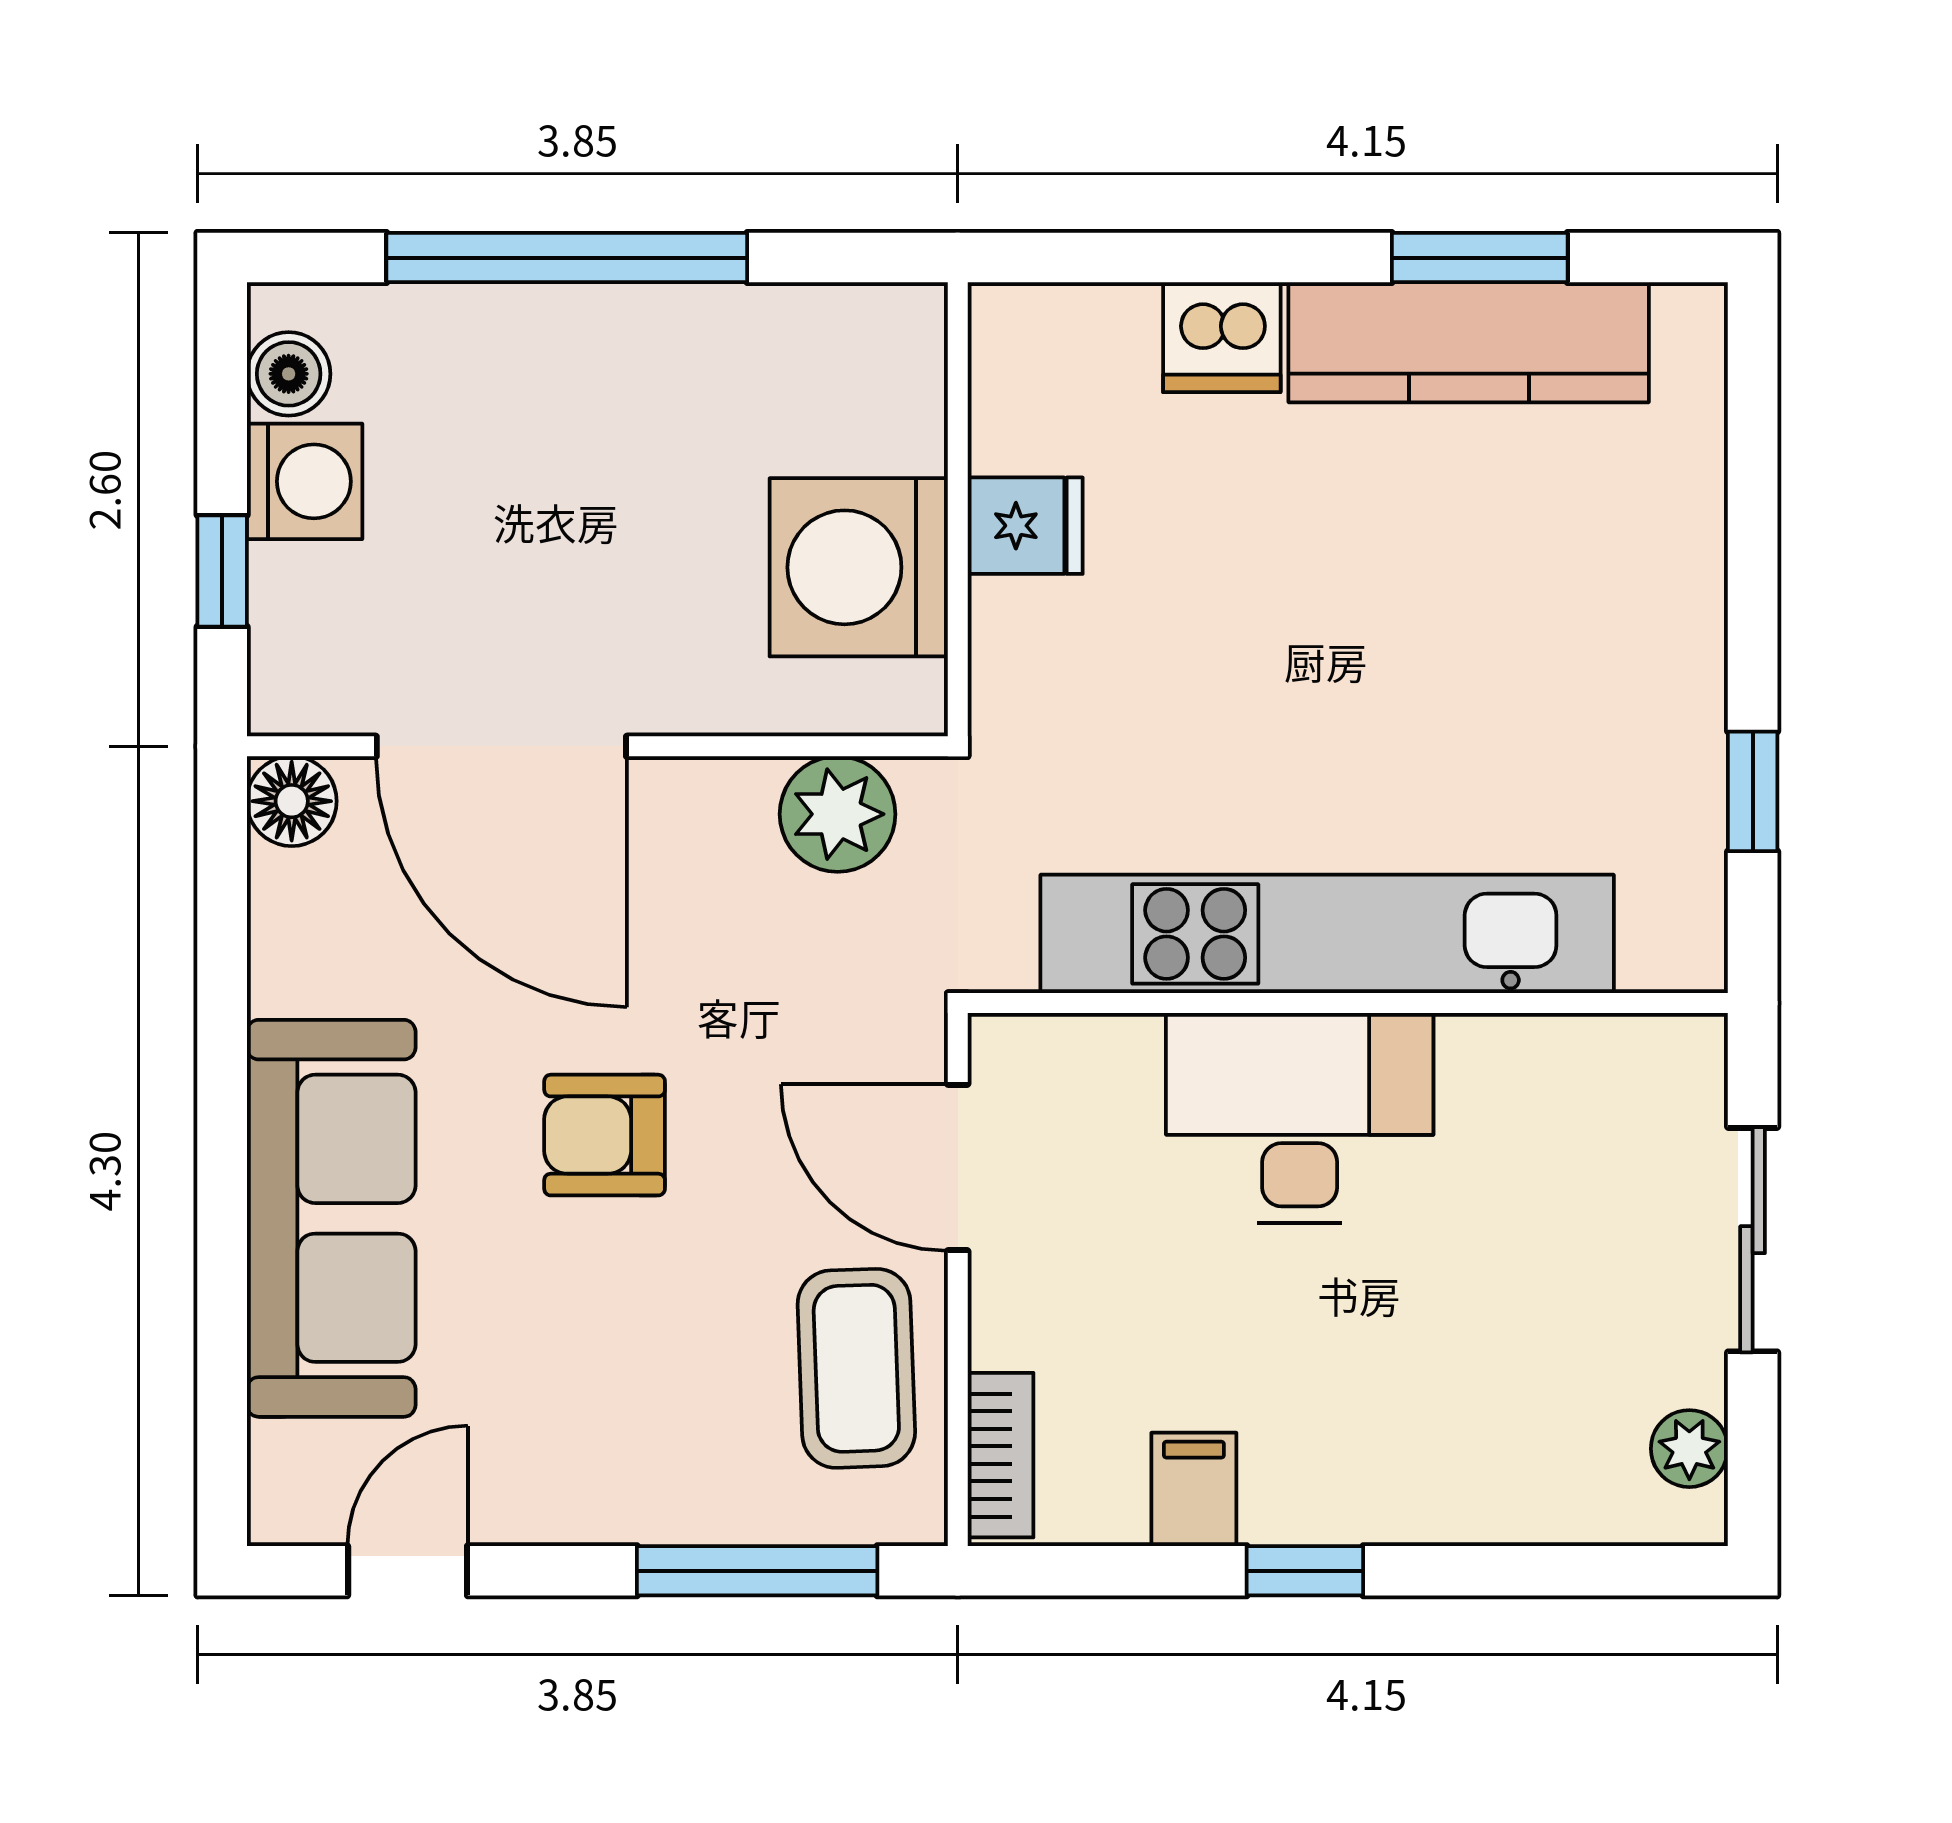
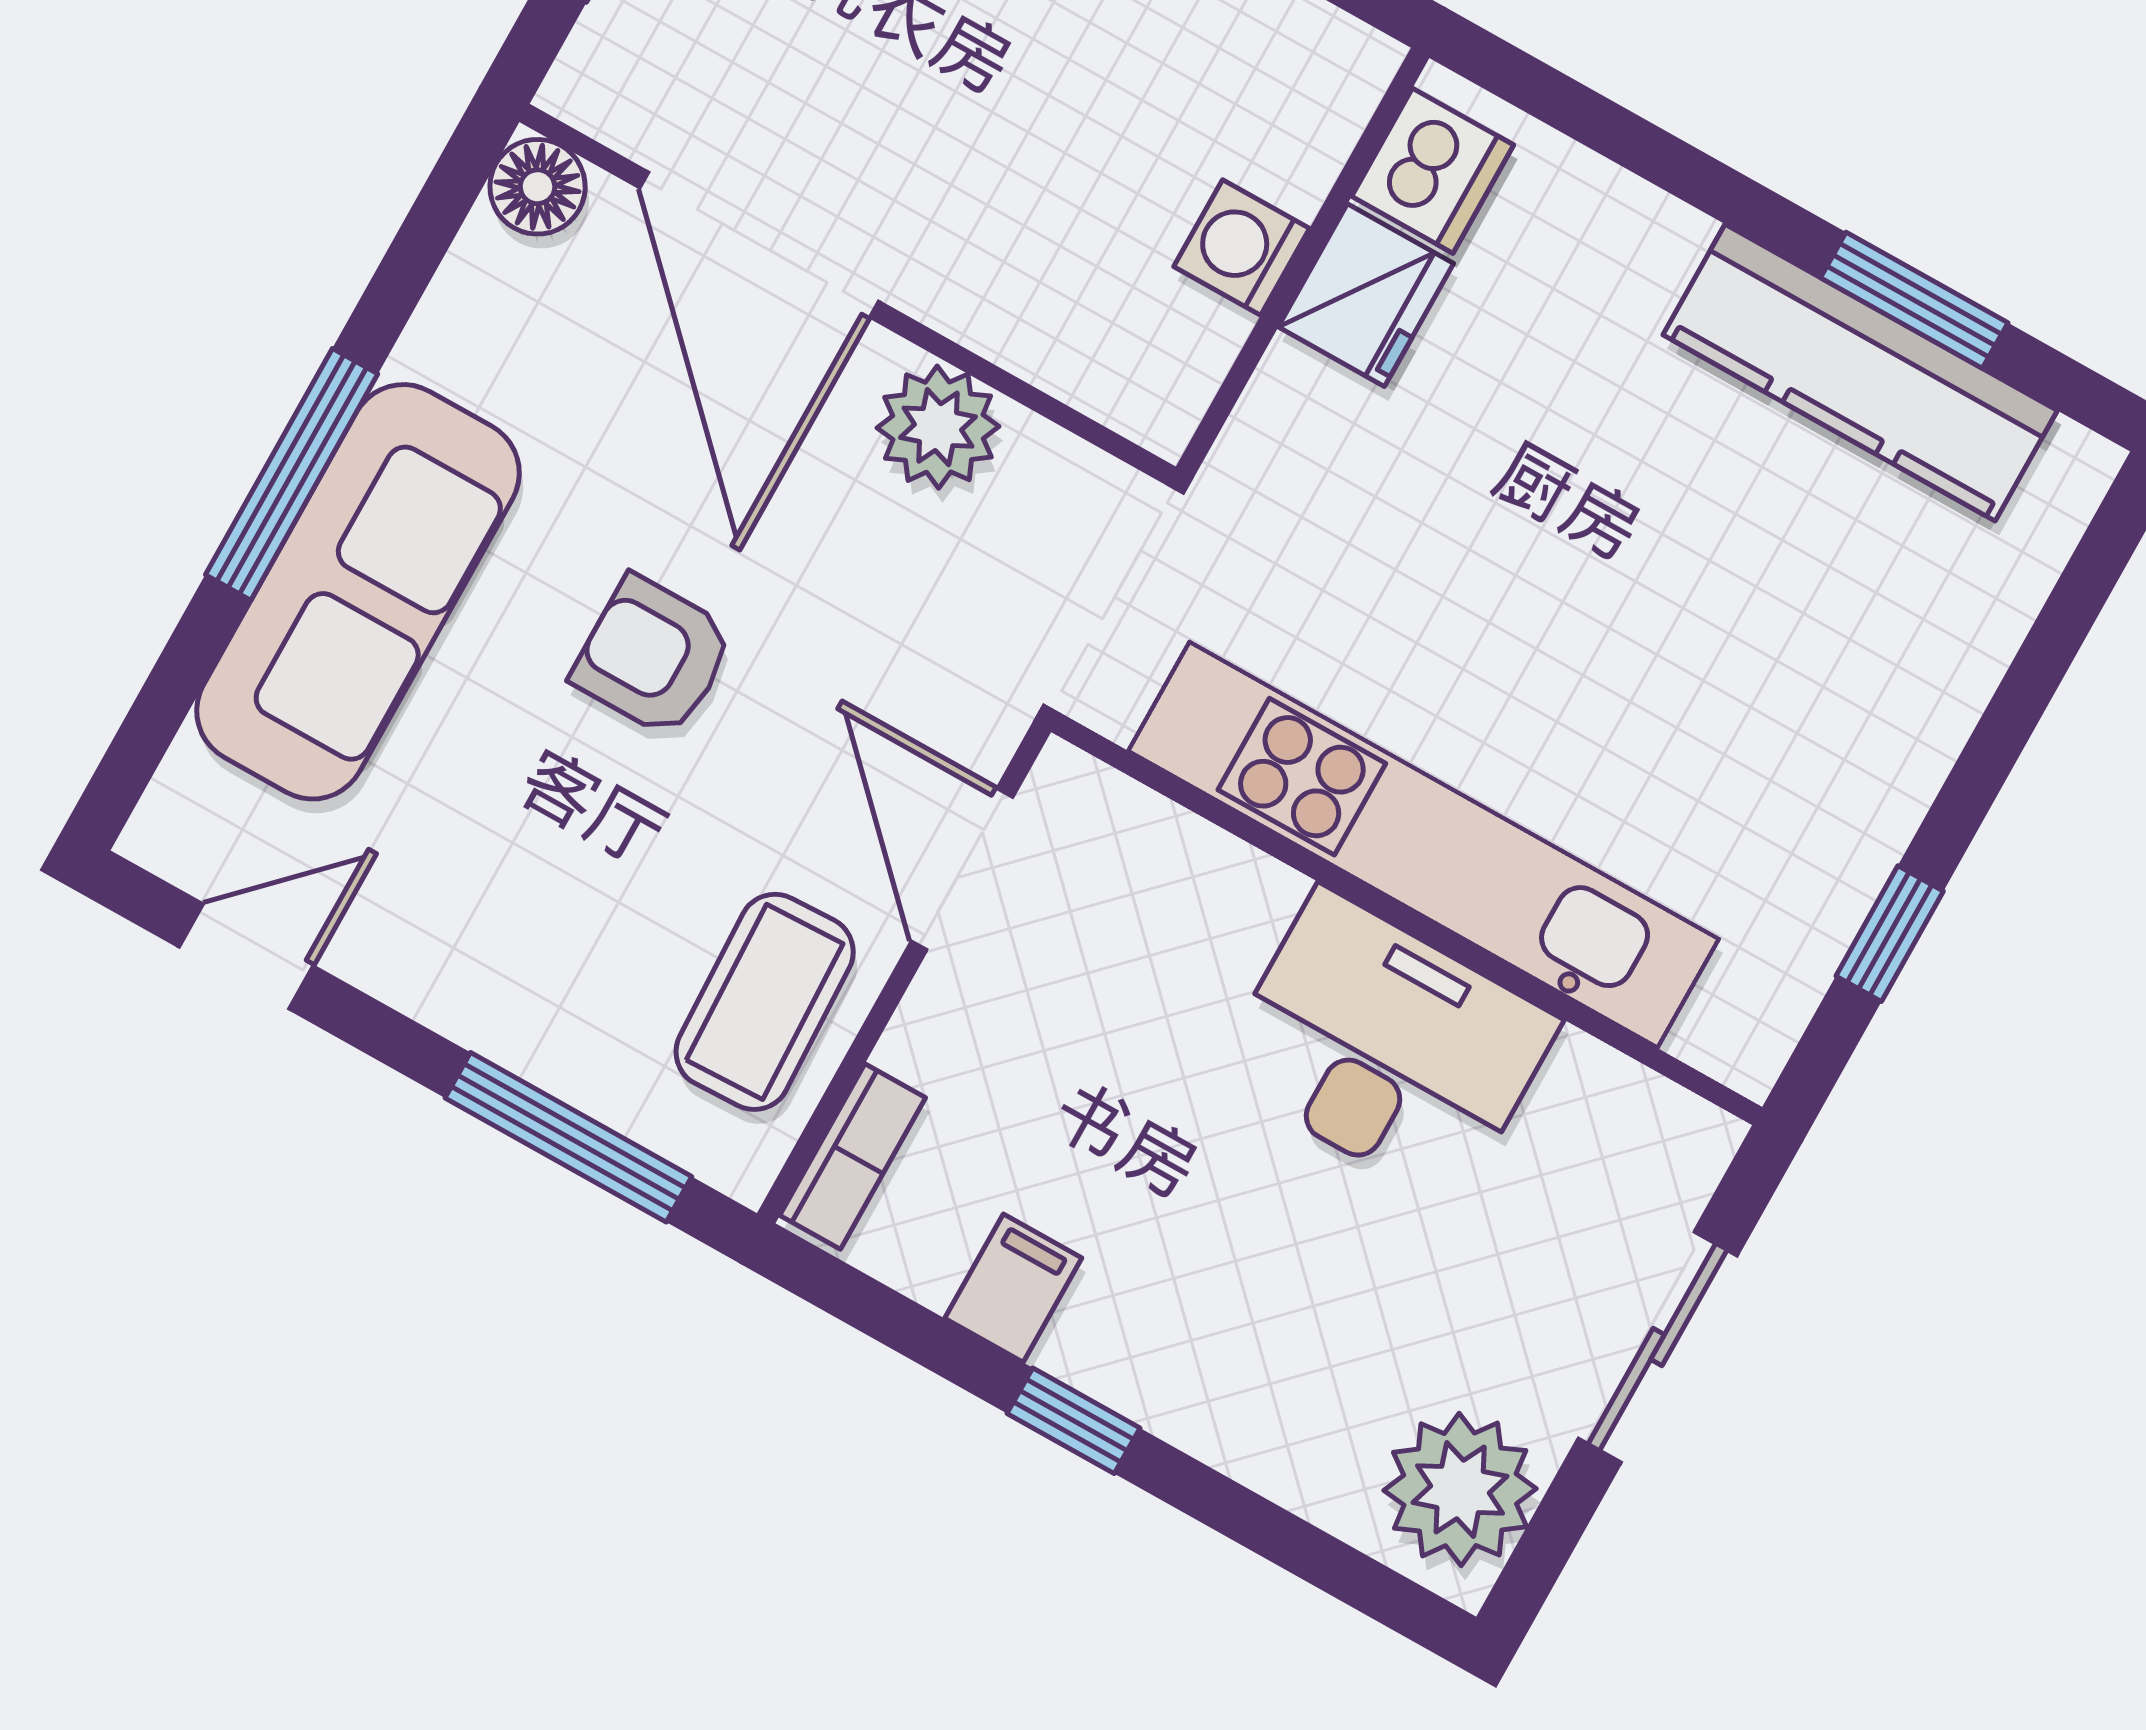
dishwasher: (1222, 337) -> (1433, 171), moved, turned -90
fridge: (1025, 526) -> (1366, 295), width x1.38
washing machine: (859, 567) -> (1242, 248), width x0.53, depth x0.53
plant: (838, 814) -> (938, 427), moved
desk: (1300, 1118) -> (1387, 1047), moved
window: (222, 1152) -> (292, 474), added
plant: (1689, 1449) -> (1460, 1489), width x1.87, depth x1.87

